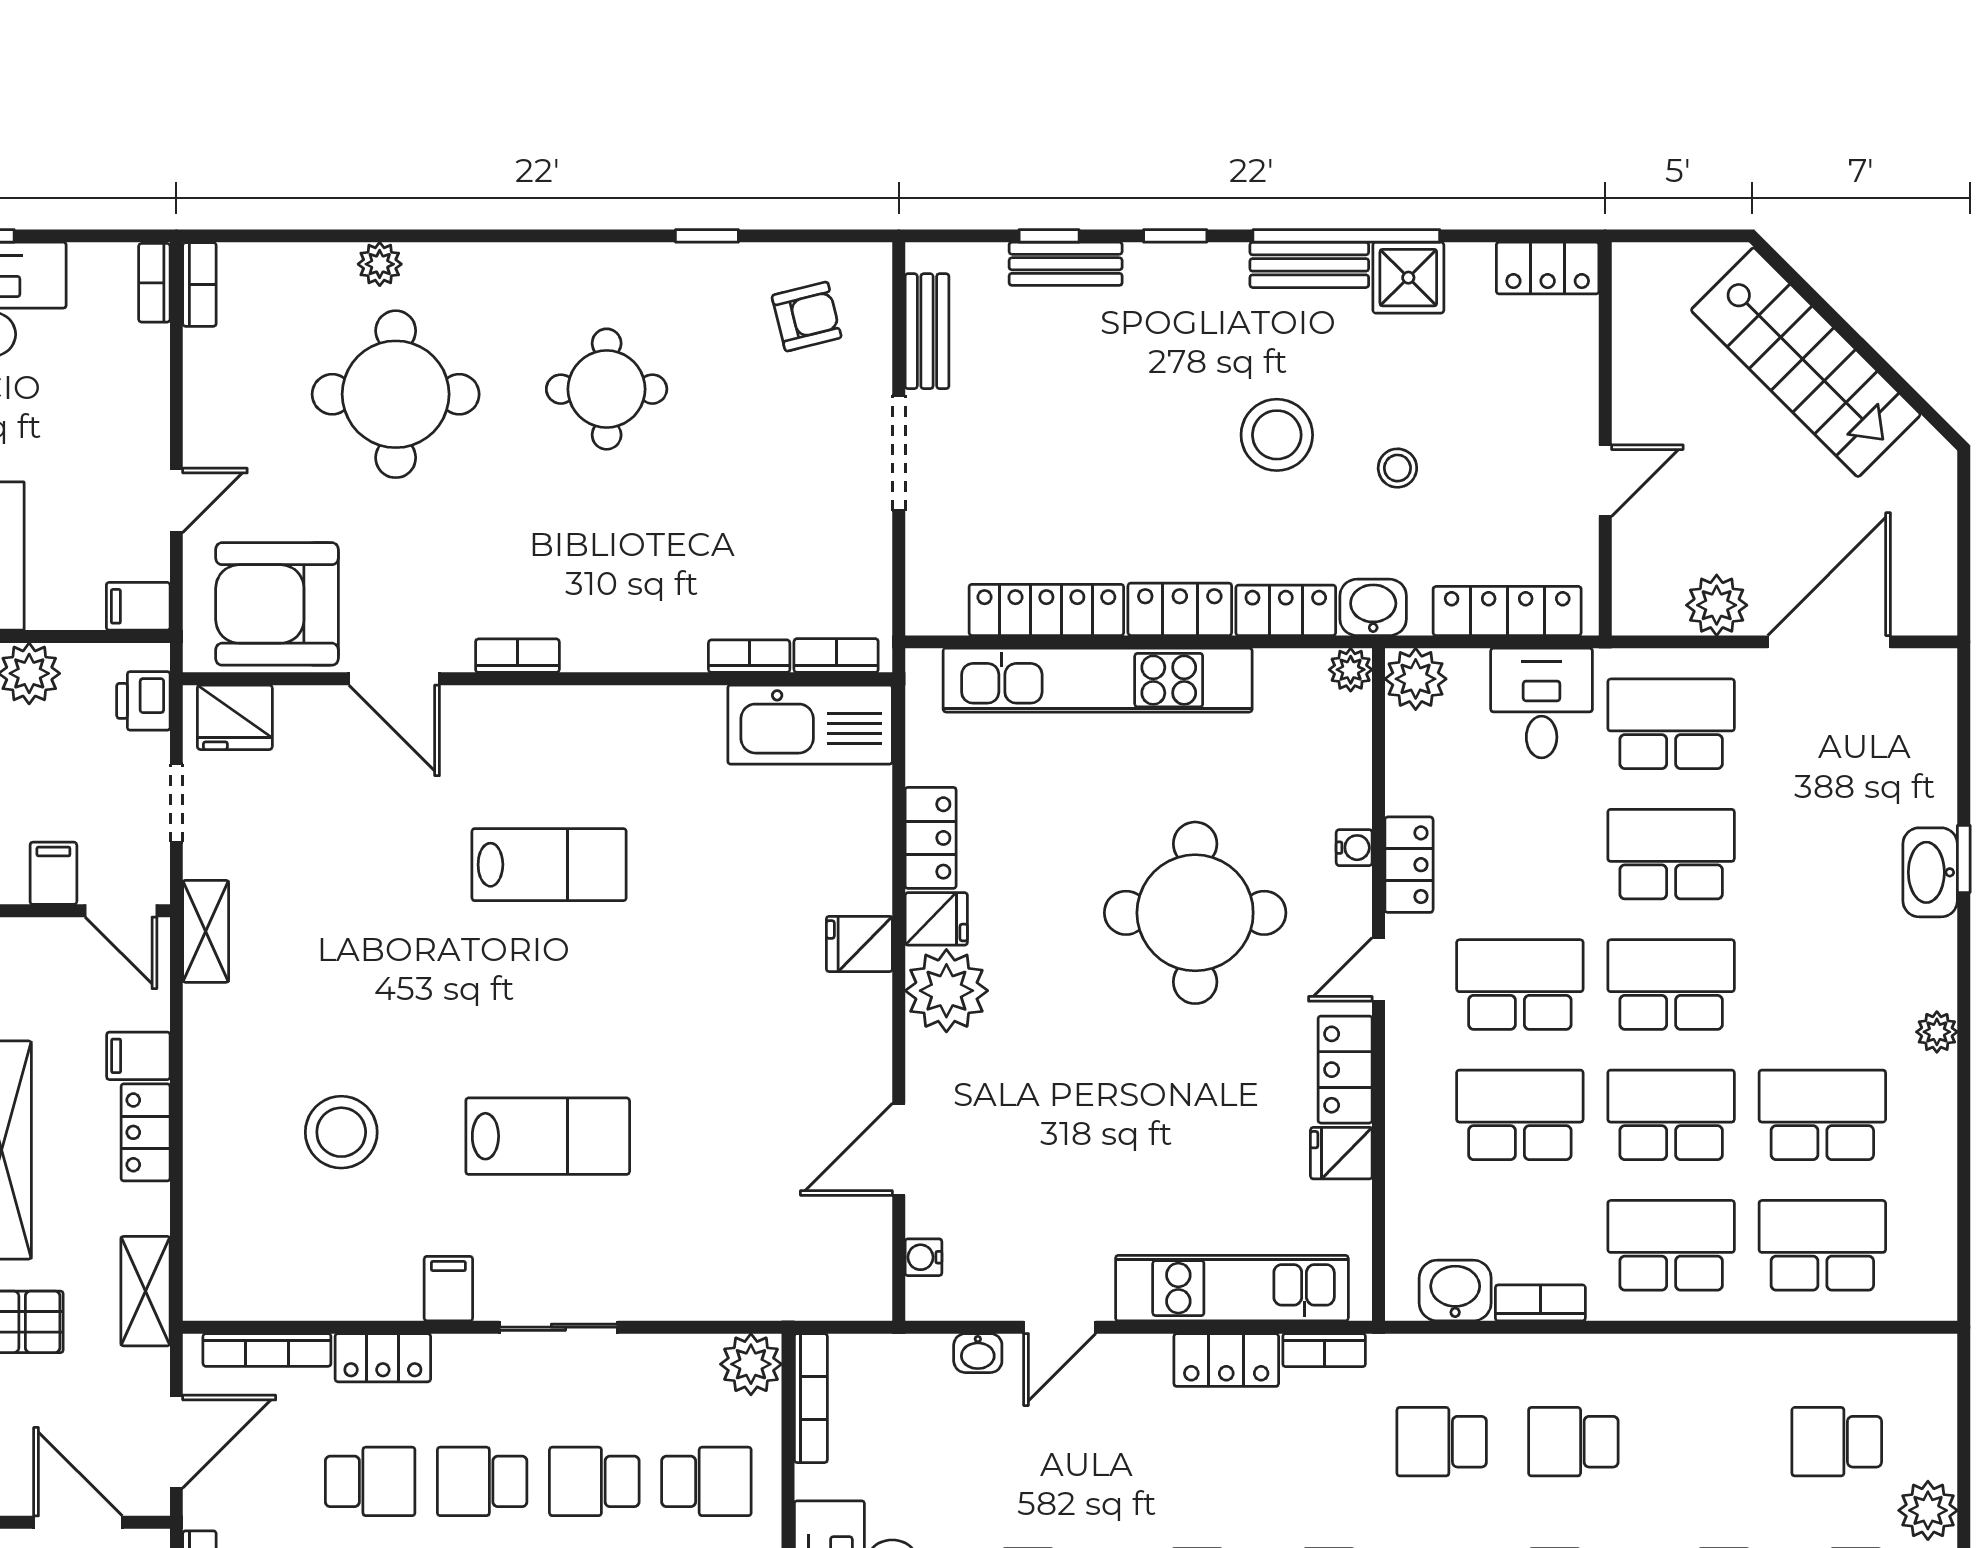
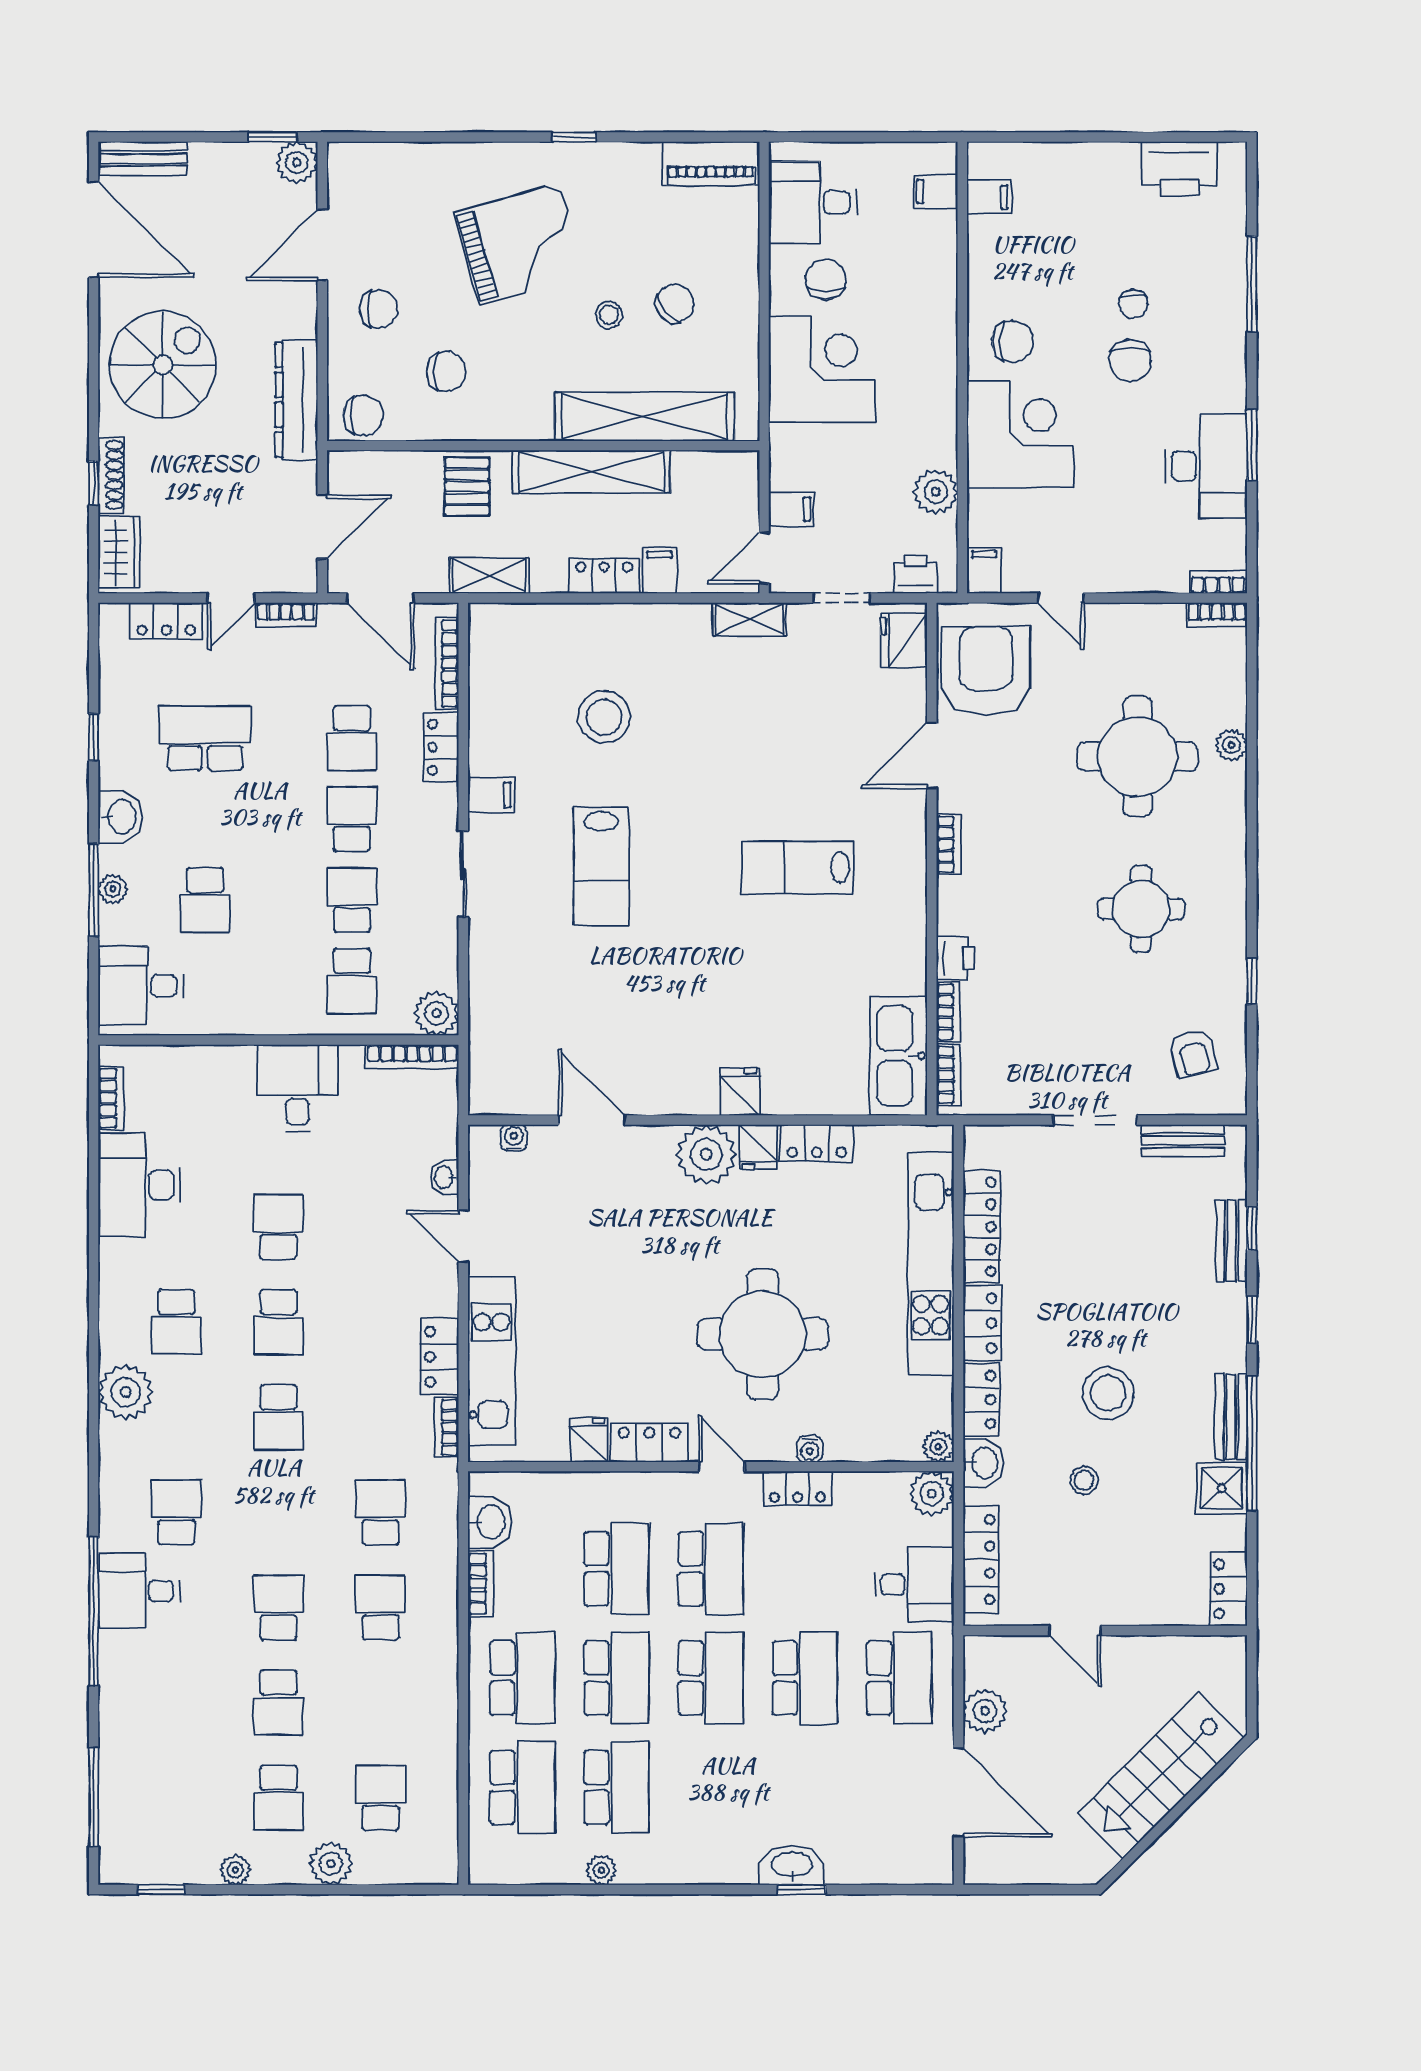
printer: (675, 646) -> (956, 958), added
lab bench: (549, 865) -> (797, 867), turned 90
plant: (1937, 1032) -> (601, 1870), moved

